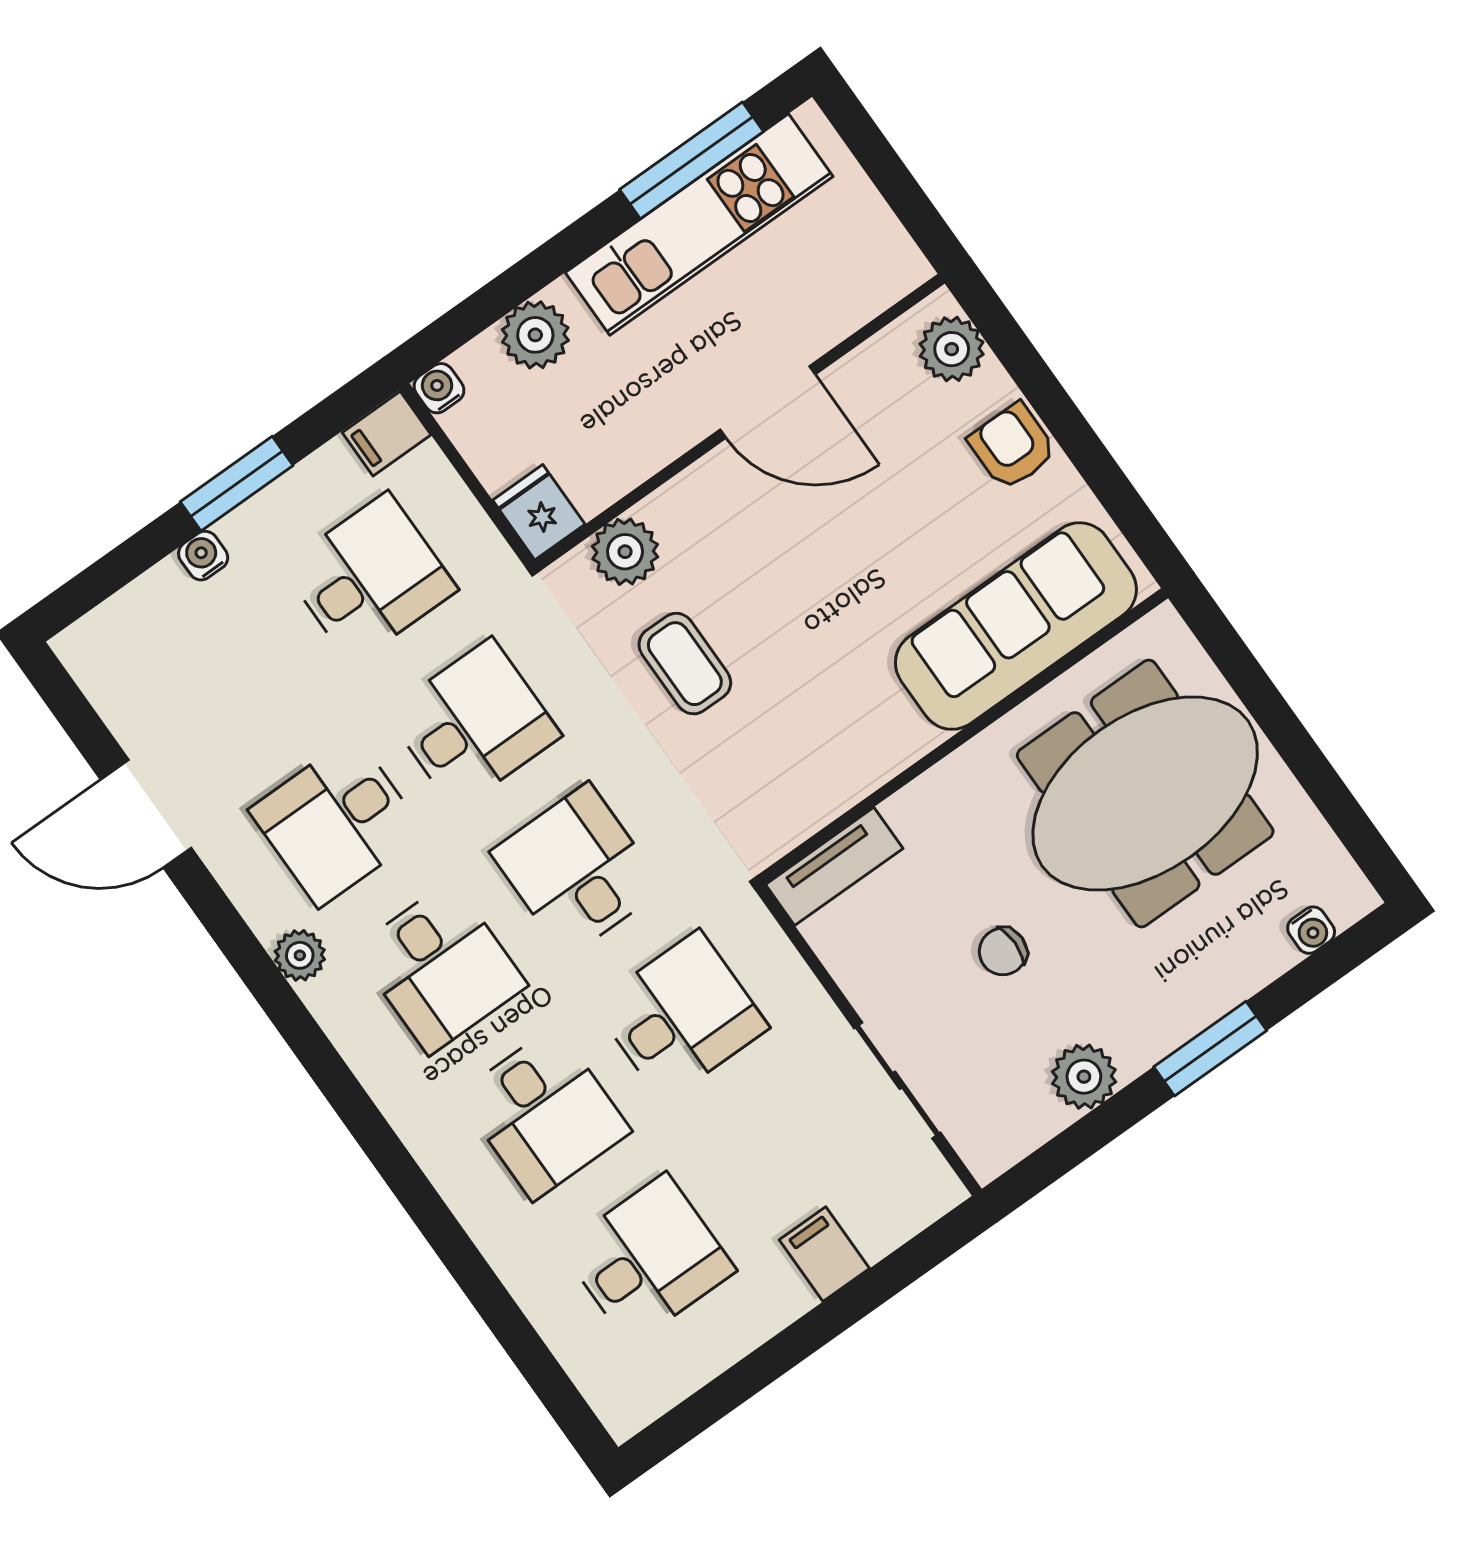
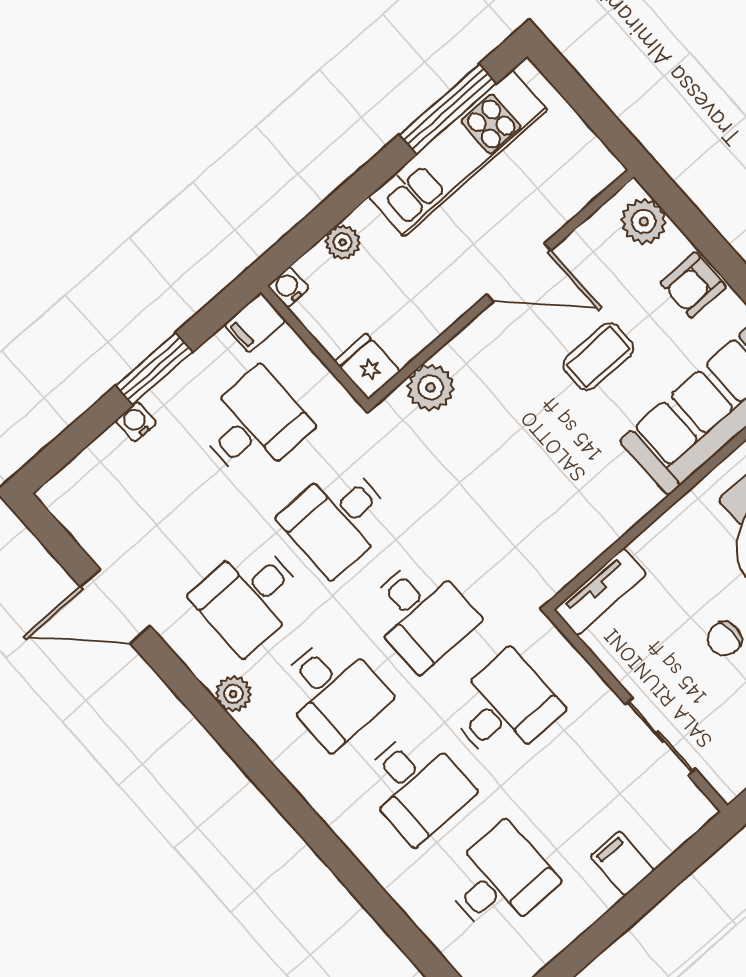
plant: (535, 335) -> (343, 242), width x0.73, depth x0.73
armchair: (1012, 446) -> (693, 285), turned -90
coffee table: (685, 664) -> (598, 357), moved, turned 90
desk: (473, 724) -> (337, 519), turned 180
desk: (577, 870) -> (421, 614), turned 180

